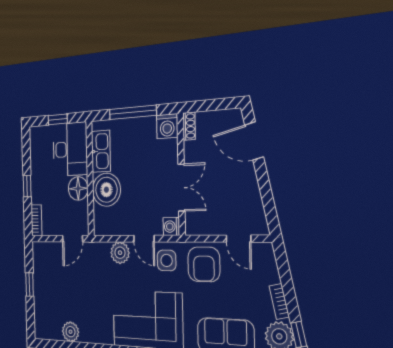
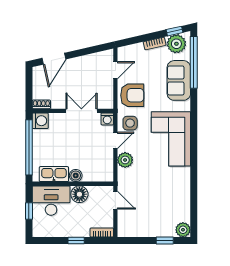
window: (133, 112) -> (29, 147), width x1.46
boiler: (106, 190) -> (76, 176), width x0.54, depth x0.54
window: (30, 284) -> (165, 241), moved
plant: (71, 332) -> (183, 230), moved

